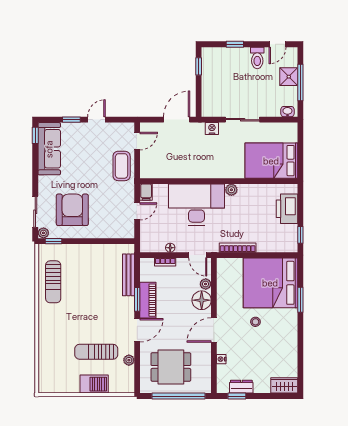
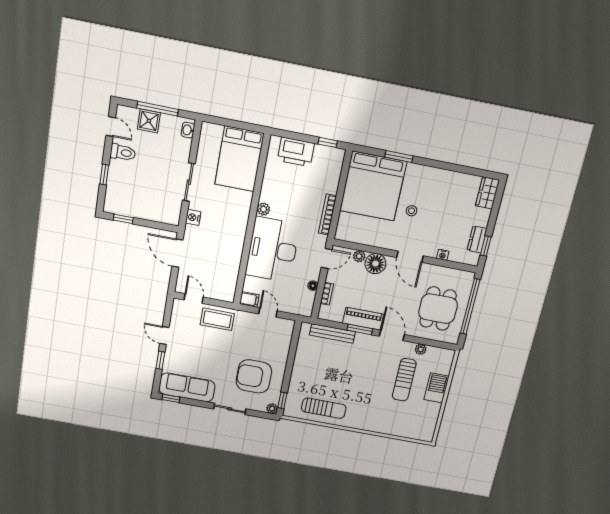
sliding door: (35, 212) -> (230, 409), moved

